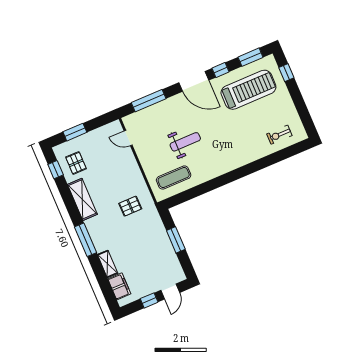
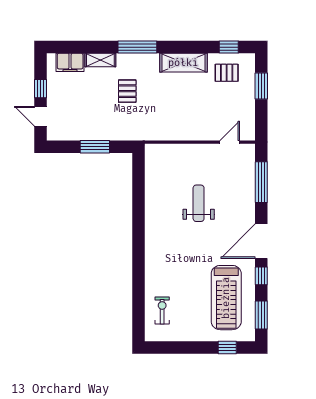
weight bench: (185, 142) -> (199, 203), turned 180
exercise mat: (174, 178) -> (165, 174), removed
pallet: (130, 206) -> (127, 91), moved

